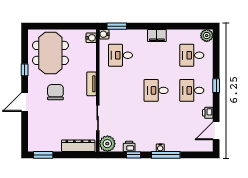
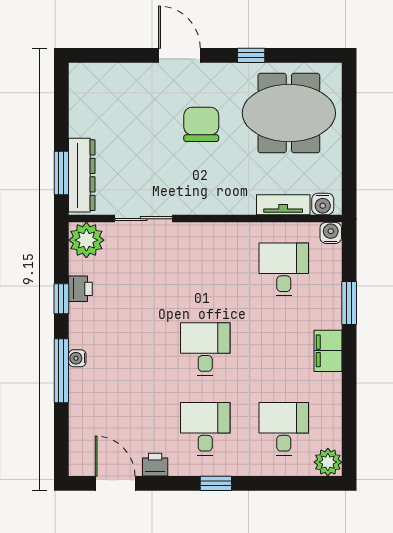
window: (117, 26) -> (349, 303), moved
tv unit: (91, 84) -> (283, 205), moved
chair: (55, 92) -> (201, 124), turned -90
window: (43, 155) -> (61, 173), moved

